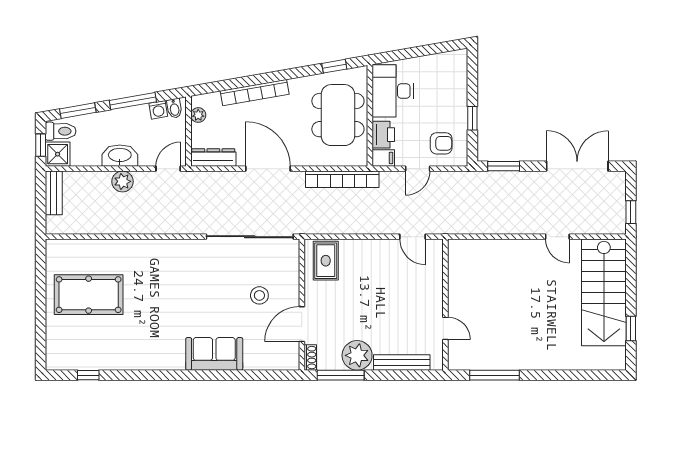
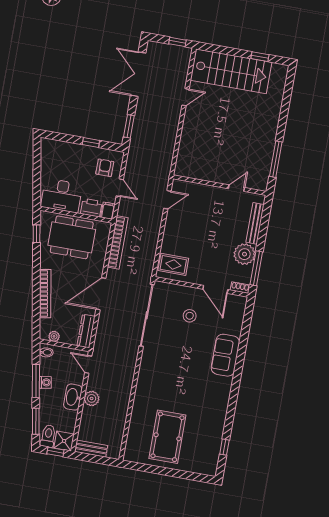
washing machine: (158, 110) -> (45, 382), moved

